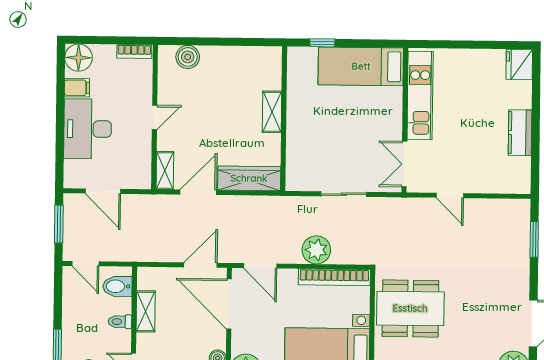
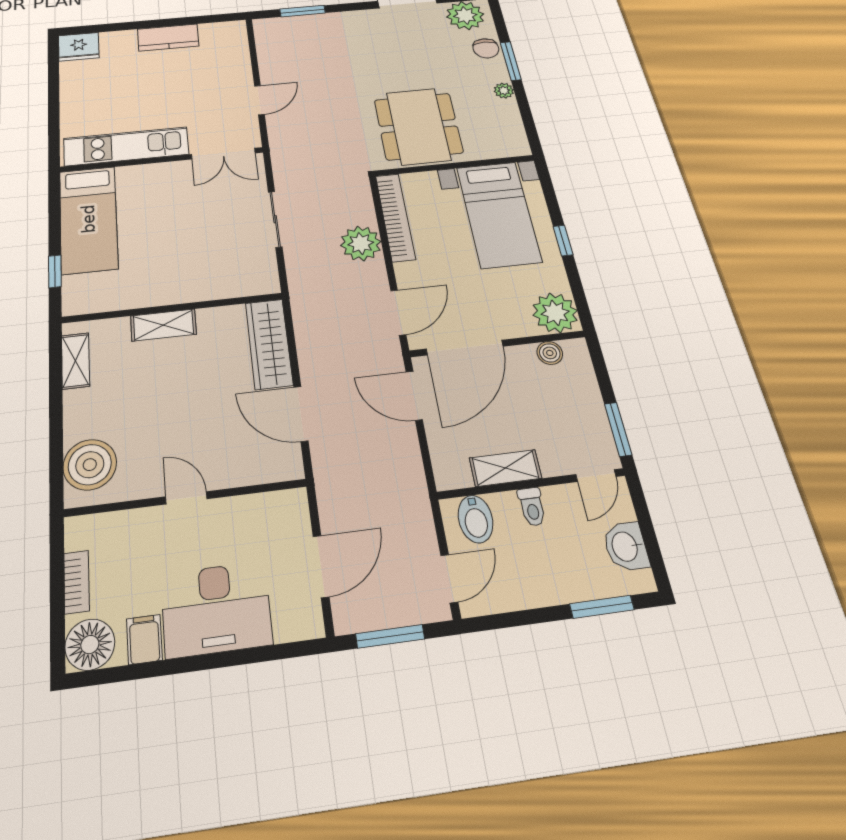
bookcase: (134, 52) -> (77, 582), moved
boiler: (188, 57) -> (90, 465), width x1.37, depth x1.37
shelving: (165, 171) -> (76, 361), moved, turned 90

